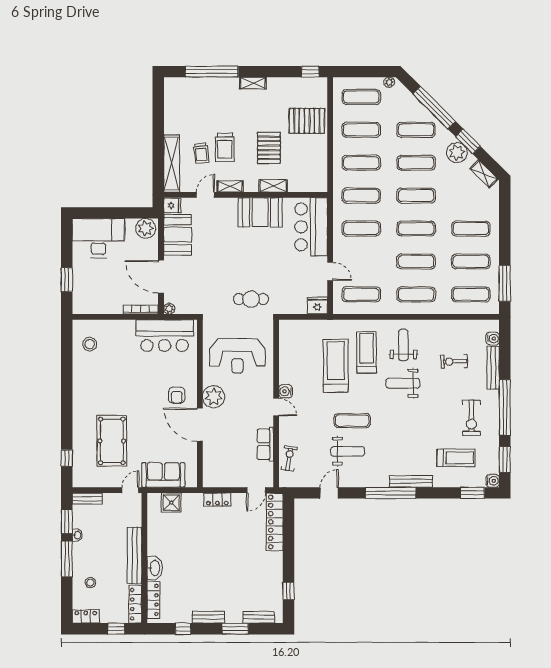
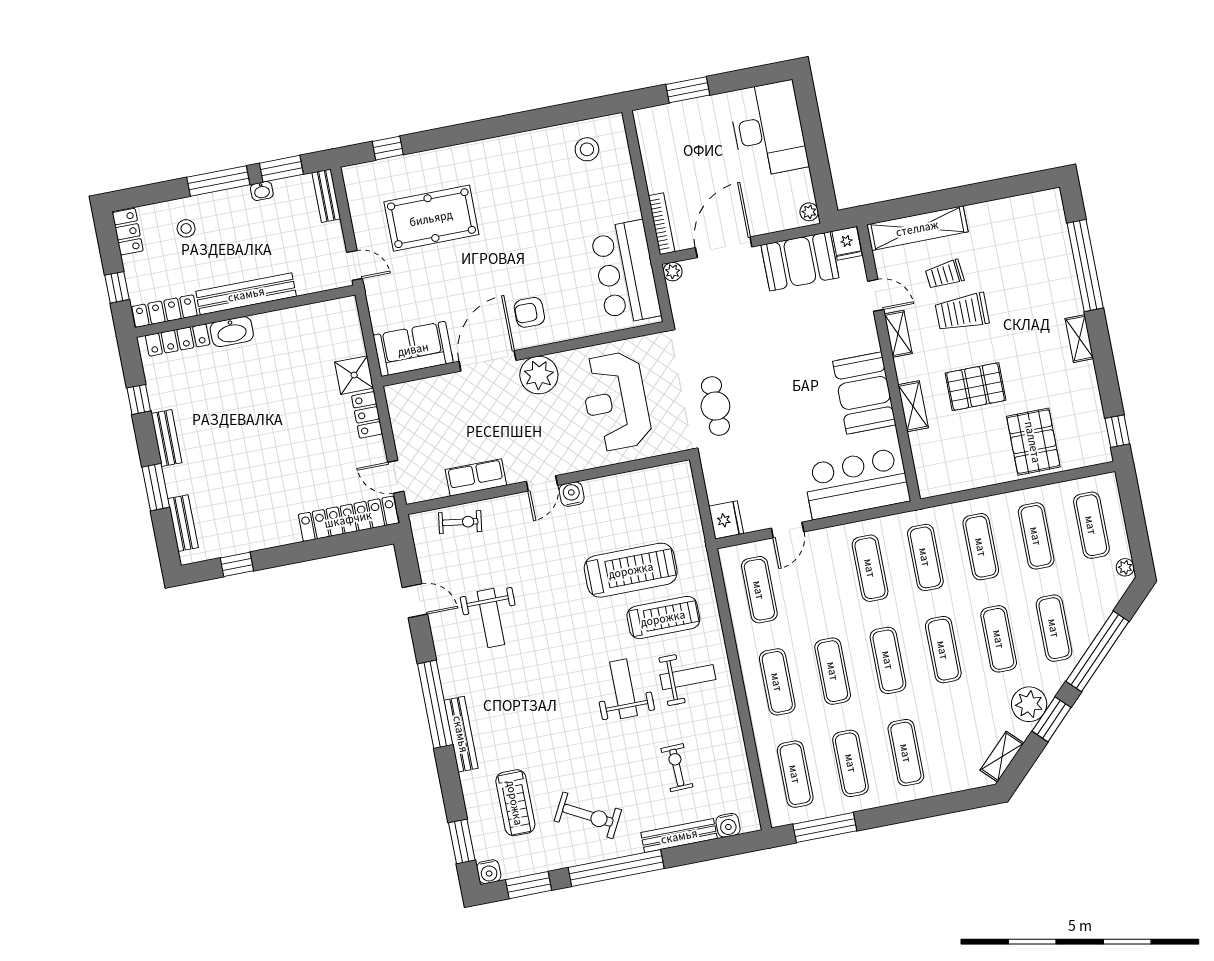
plant: (146, 228) -> (809, 212), width x0.53, depth x0.53
exercise bike: (471, 418) -> (588, 815), turned -152
exercise mat: (352, 421) -> (544, 616), removed
sofa: (163, 475) -> (413, 349), moved, turned -90
shower: (171, 503) -> (354, 375), moved

